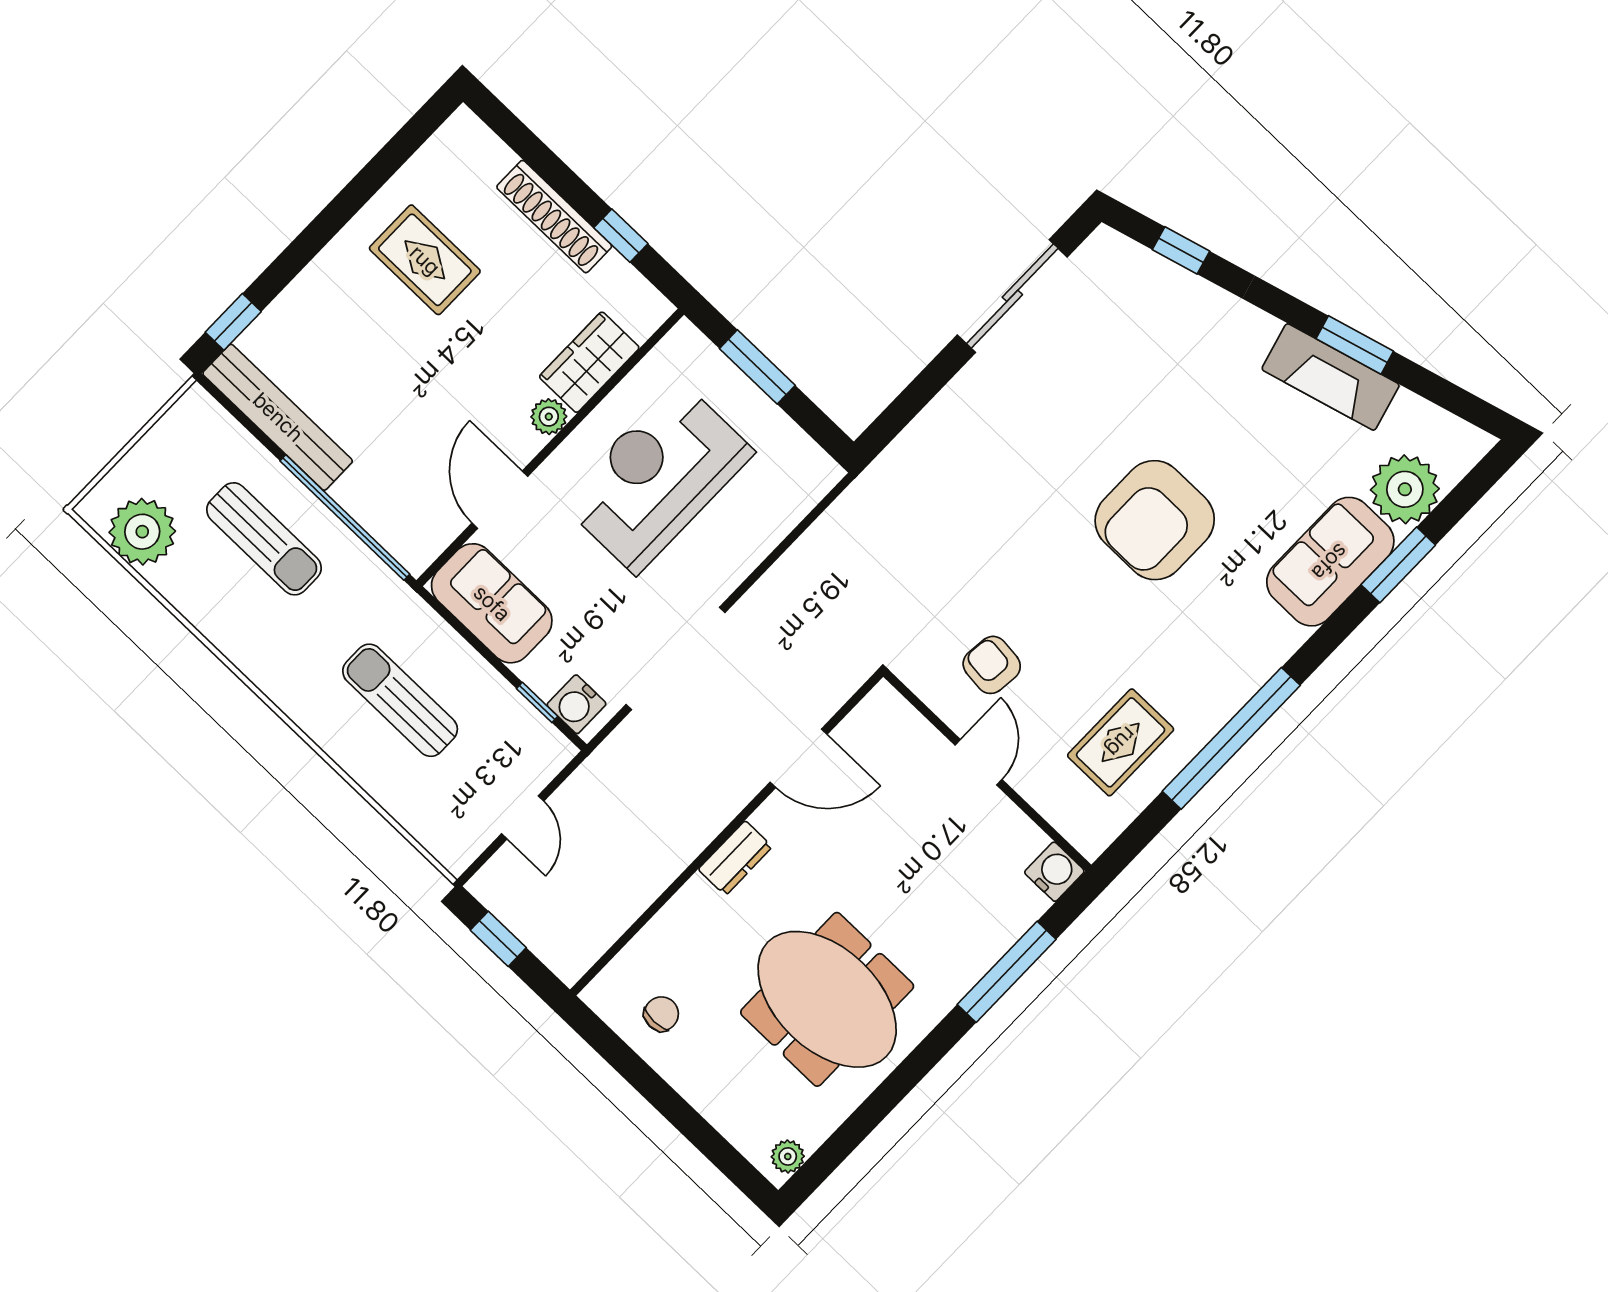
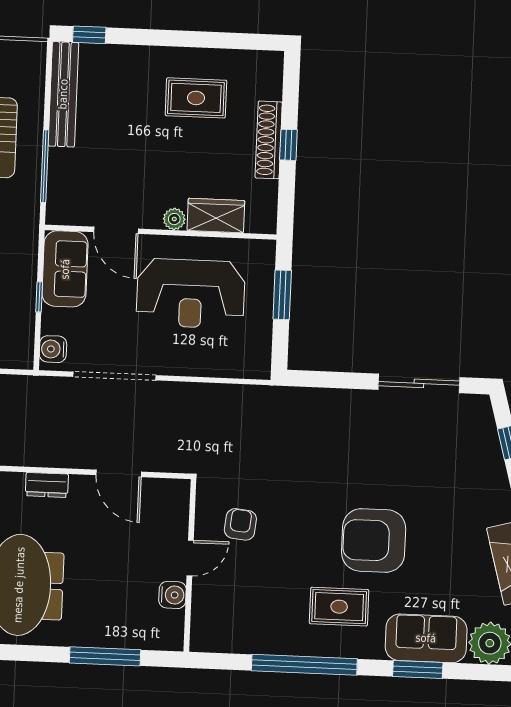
window: (621, 236) -> (288, 145), moved
rug: (425, 260) -> (196, 98), turned 90
reception desk: (657, 477) -> (191, 293), turned 180
door: (500, 500) -> (116, 230), swing flipped
window: (345, 517) -> (45, 166), width x0.68
window: (1398, 565) -> (418, 669), moved
window: (537, 702) -> (39, 297), moved
rug: (1121, 742) -> (339, 607), moved
water cooler: (1054, 872) -> (172, 595), moved

